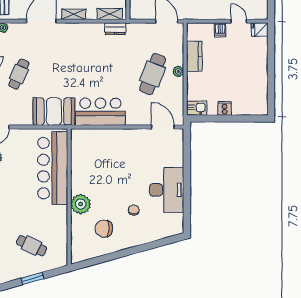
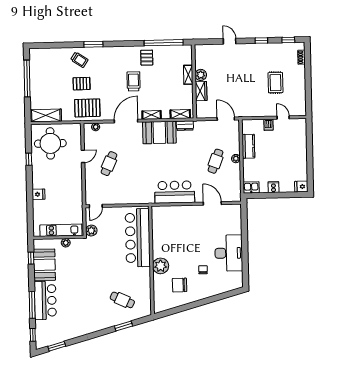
fridge: (260, 30) -> (301, 187), moved
cafe table: (153, 74) -> (216, 161), width x0.73, depth x0.74
booth: (54, 112) -> (159, 133), moved
door: (163, 127) -> (212, 203), moved

